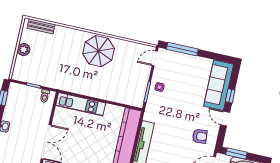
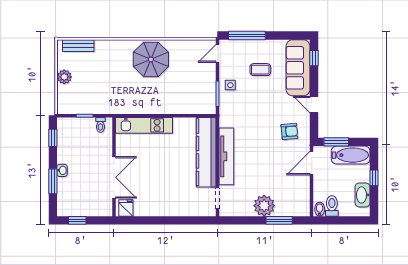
coffee table: (187, 80) -> (260, 70), added
window: (230, 96) -> (314, 58), moved

